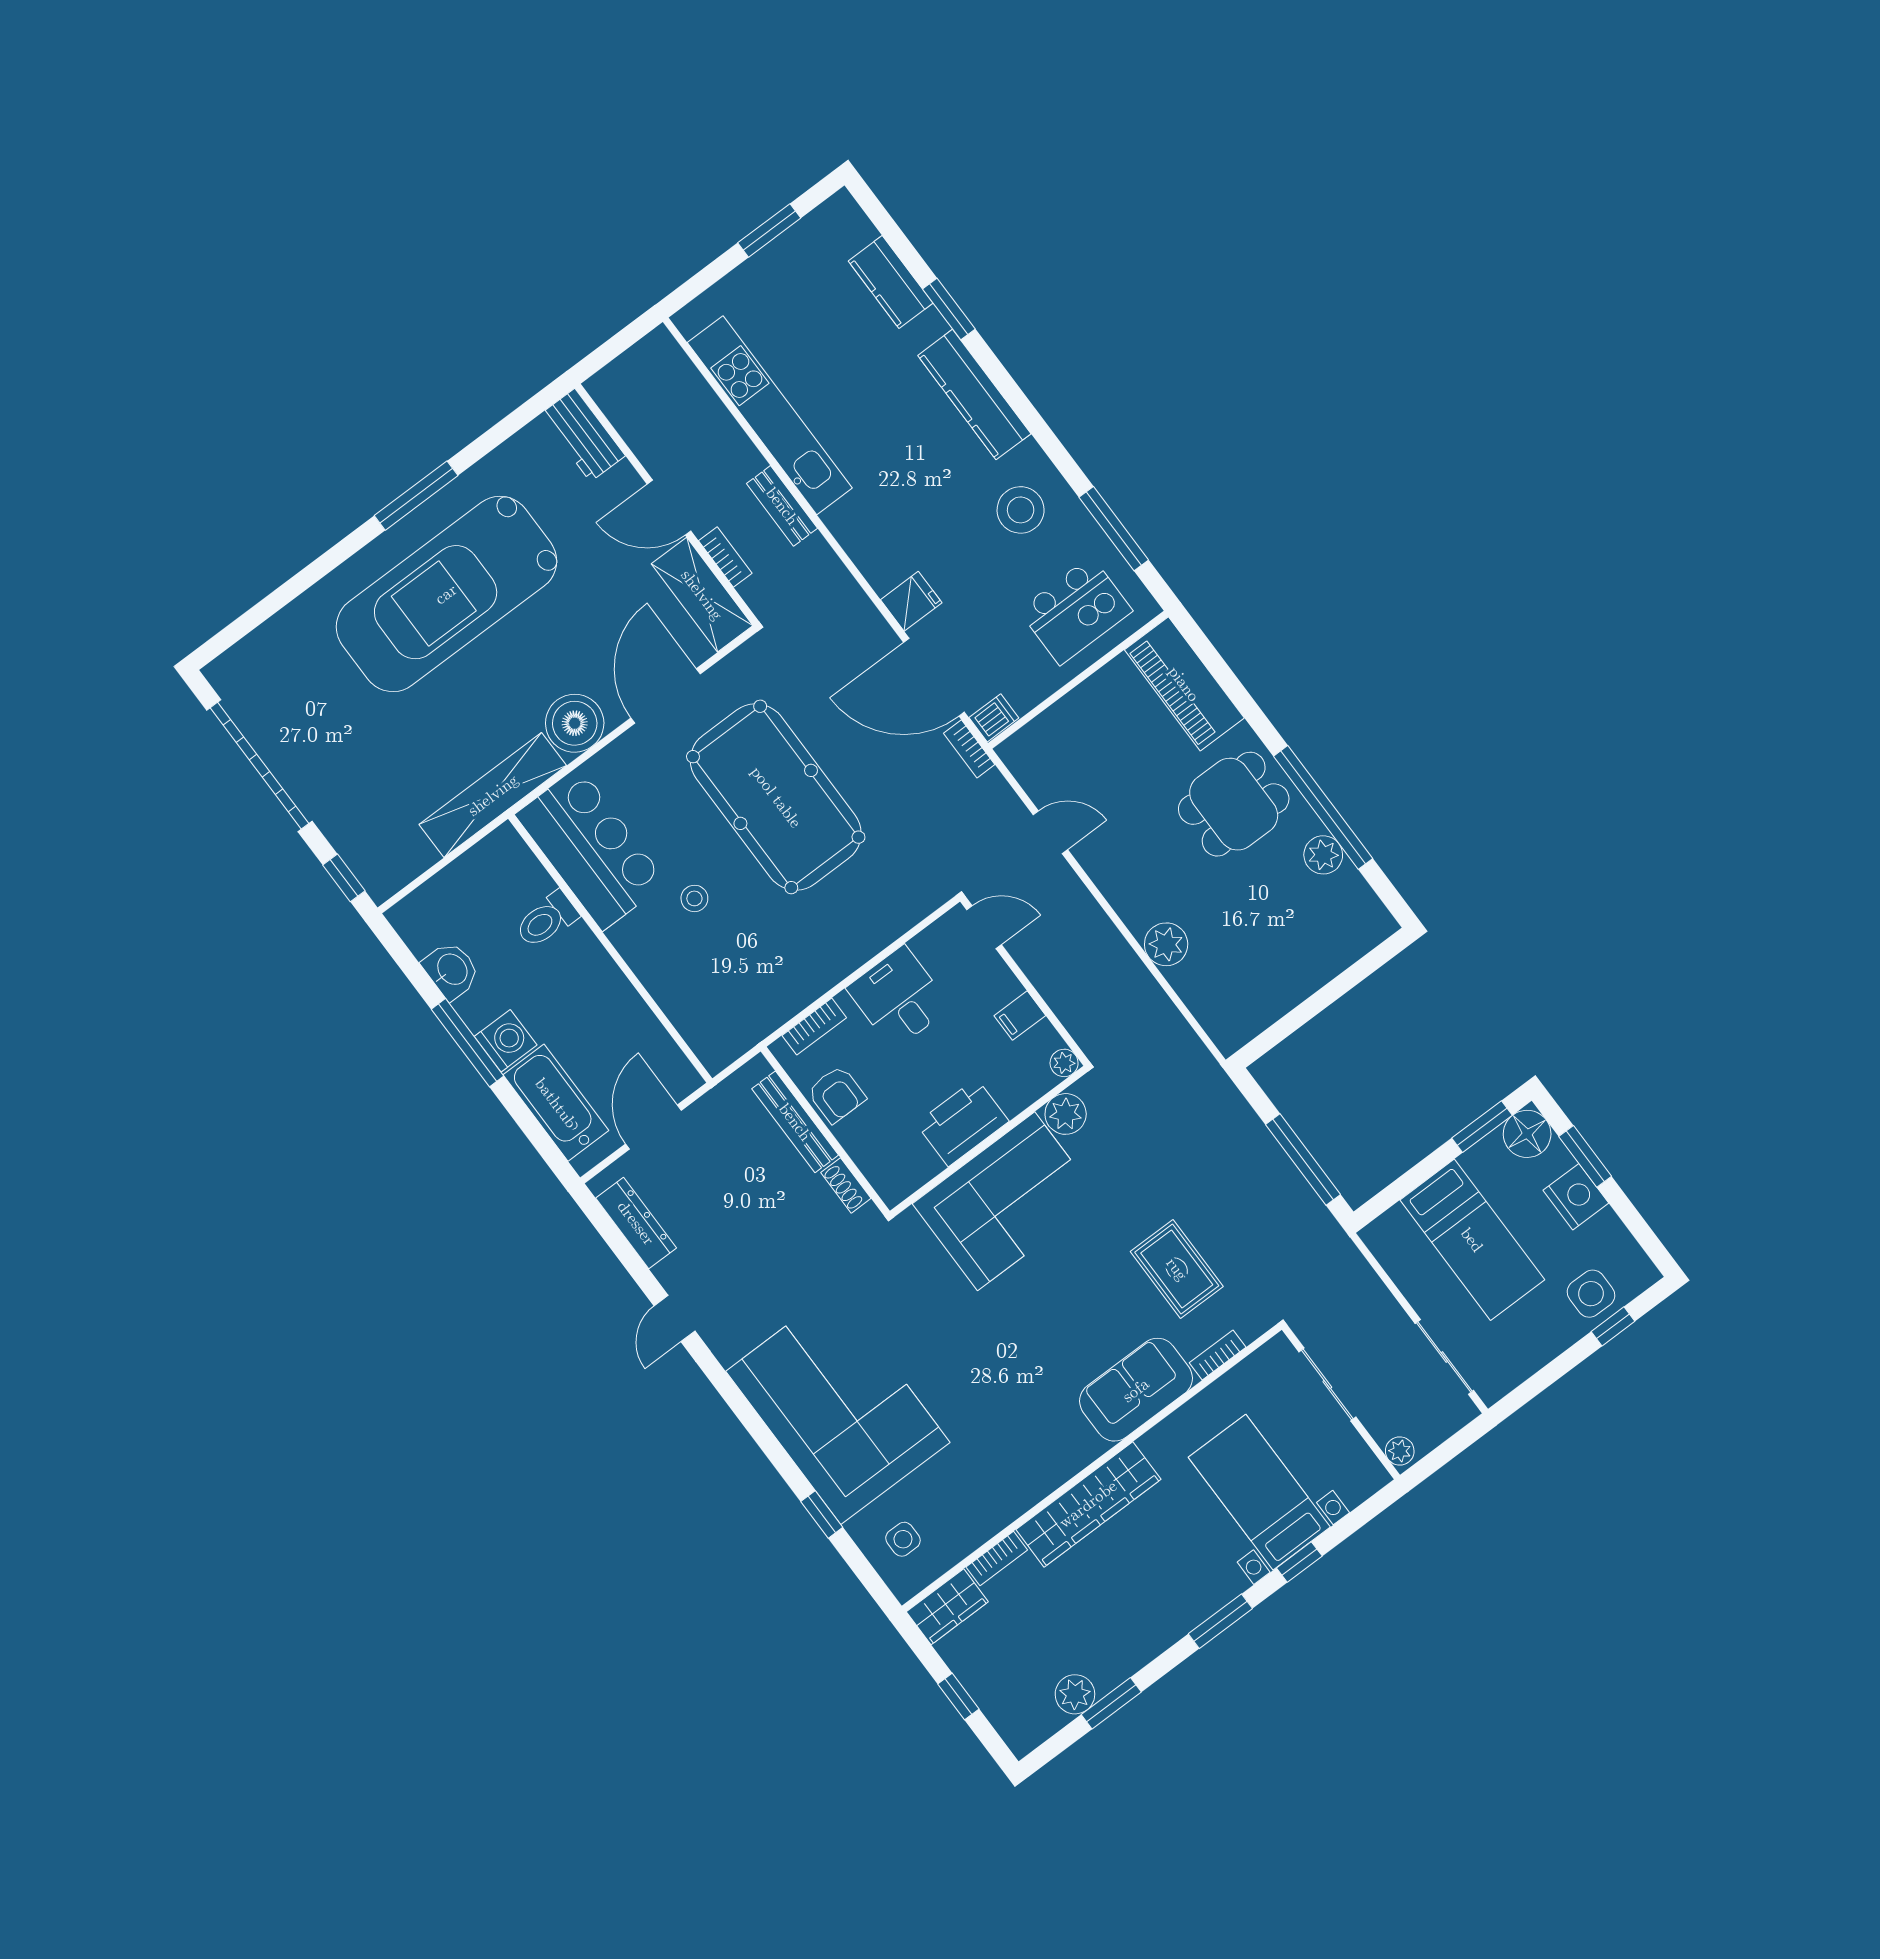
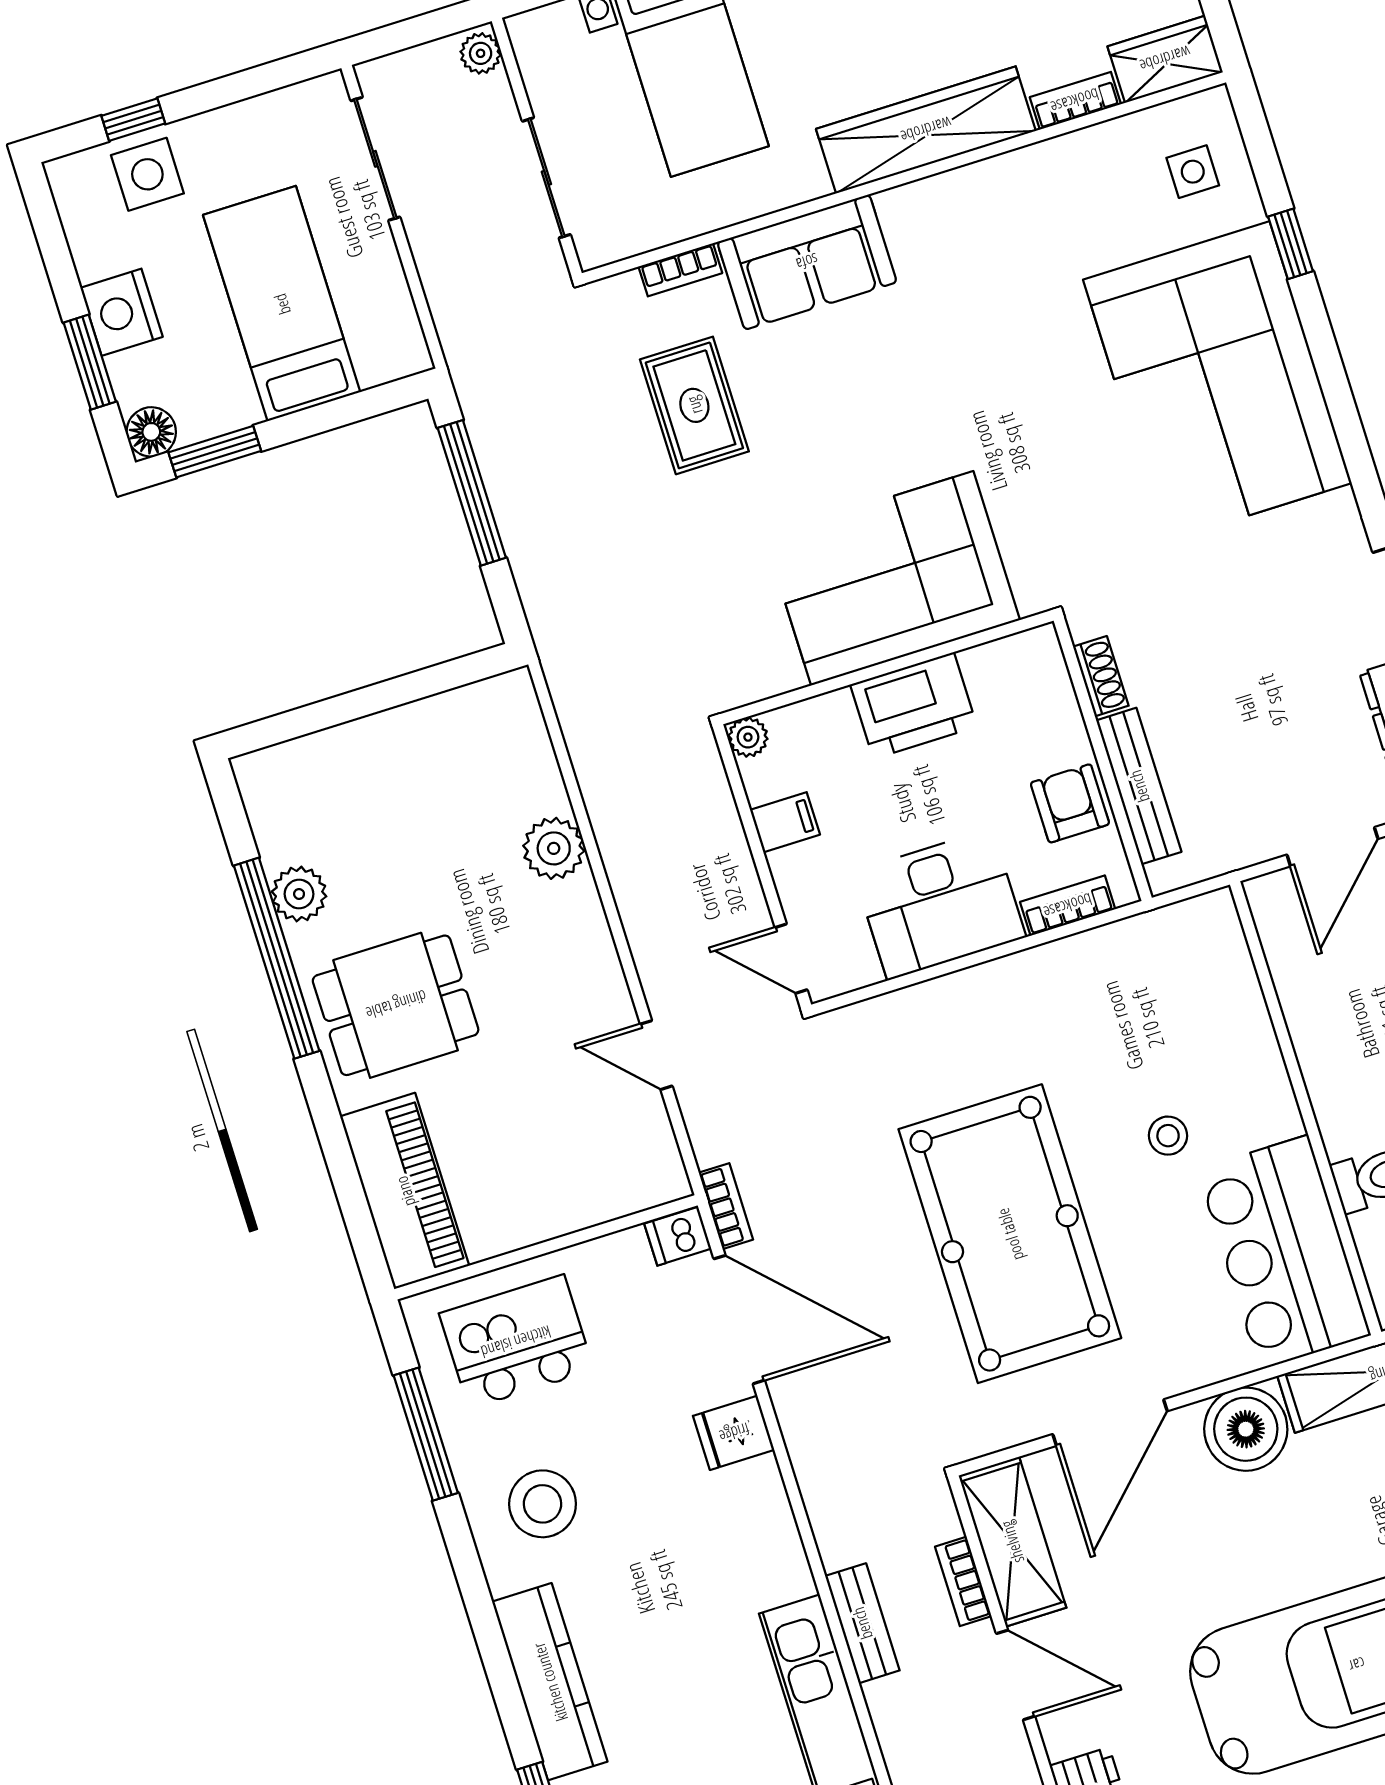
desk: (899, 998) -> (940, 904), width x1.37
plant: (1066, 1114) -> (770, 668), removed
floor lamp: (1527, 1134) -> (151, 432), width x0.73, depth x0.73

